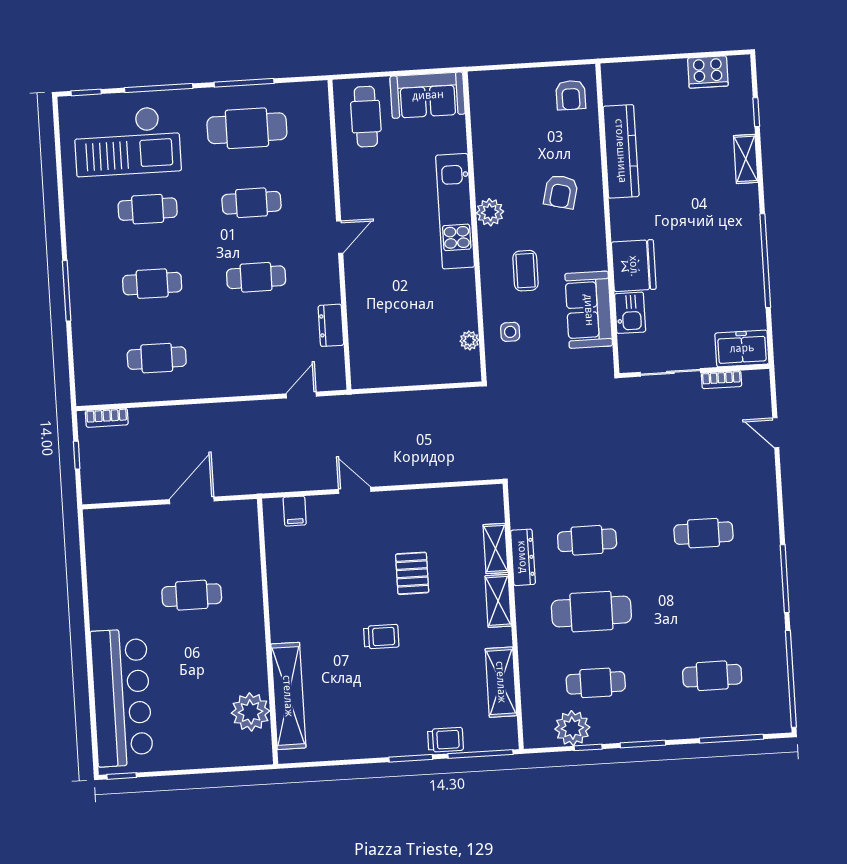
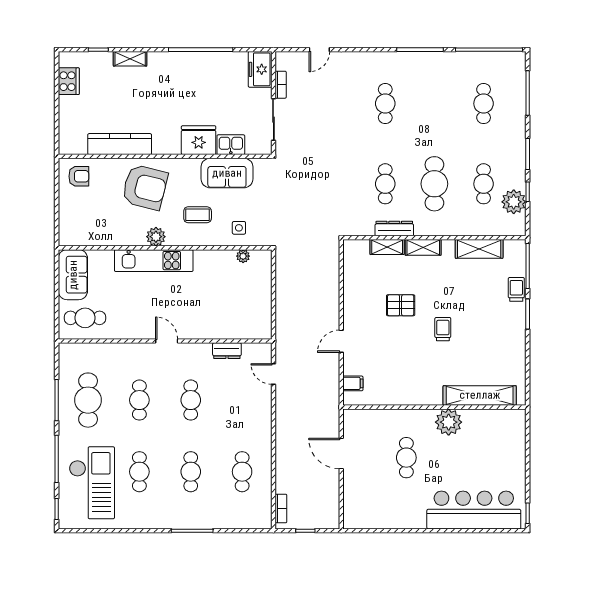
armchair: (561, 192) -> (145, 187), width x1.88, depth x1.88
plant: (251, 712) -> (449, 422), moved

